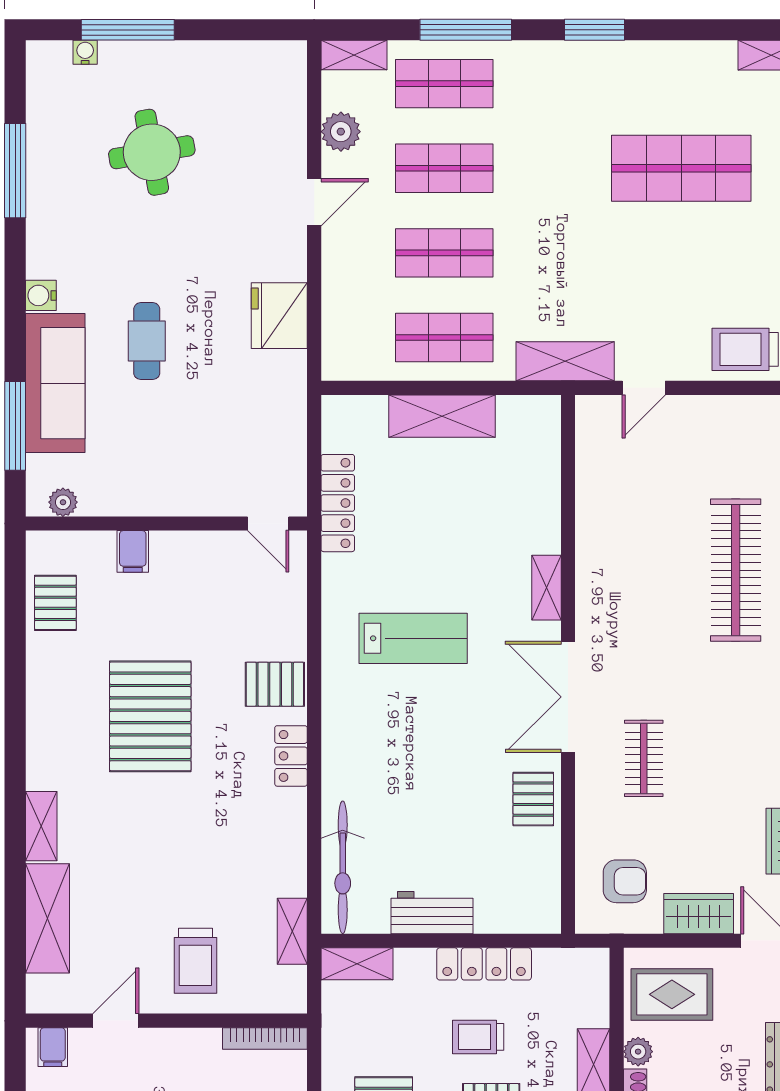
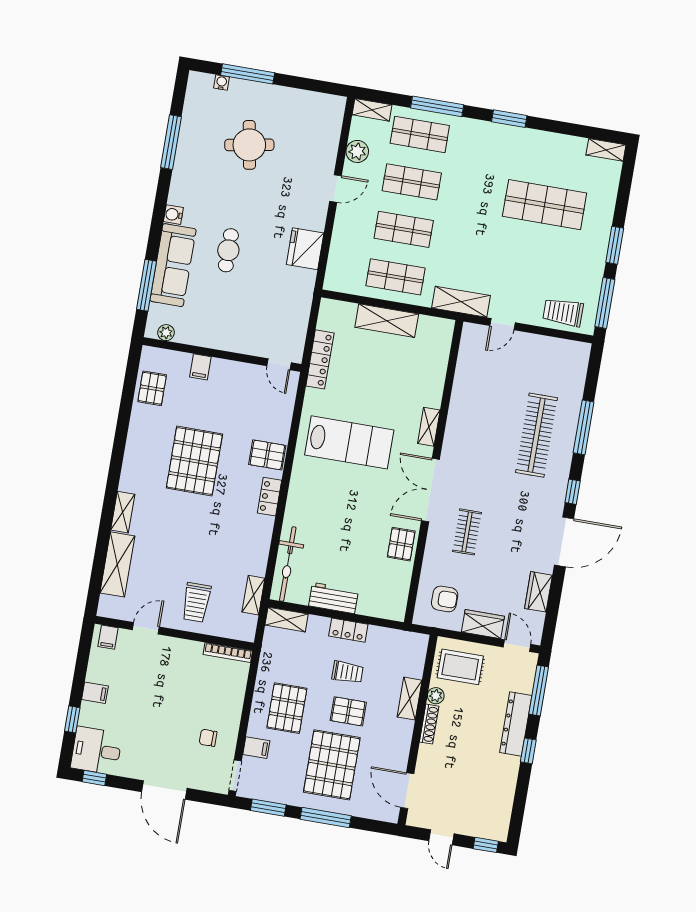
lab bench: (413, 638) -> (349, 442), width x1.36, depth x1.39
locker: (484, 964) -> (348, 630), width x0.66
trolley: (478, 1037) -> (347, 672), turned 180

